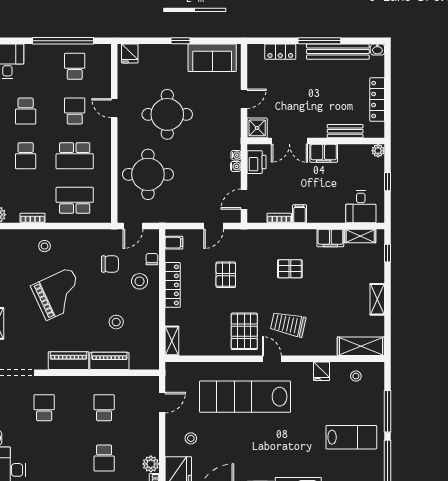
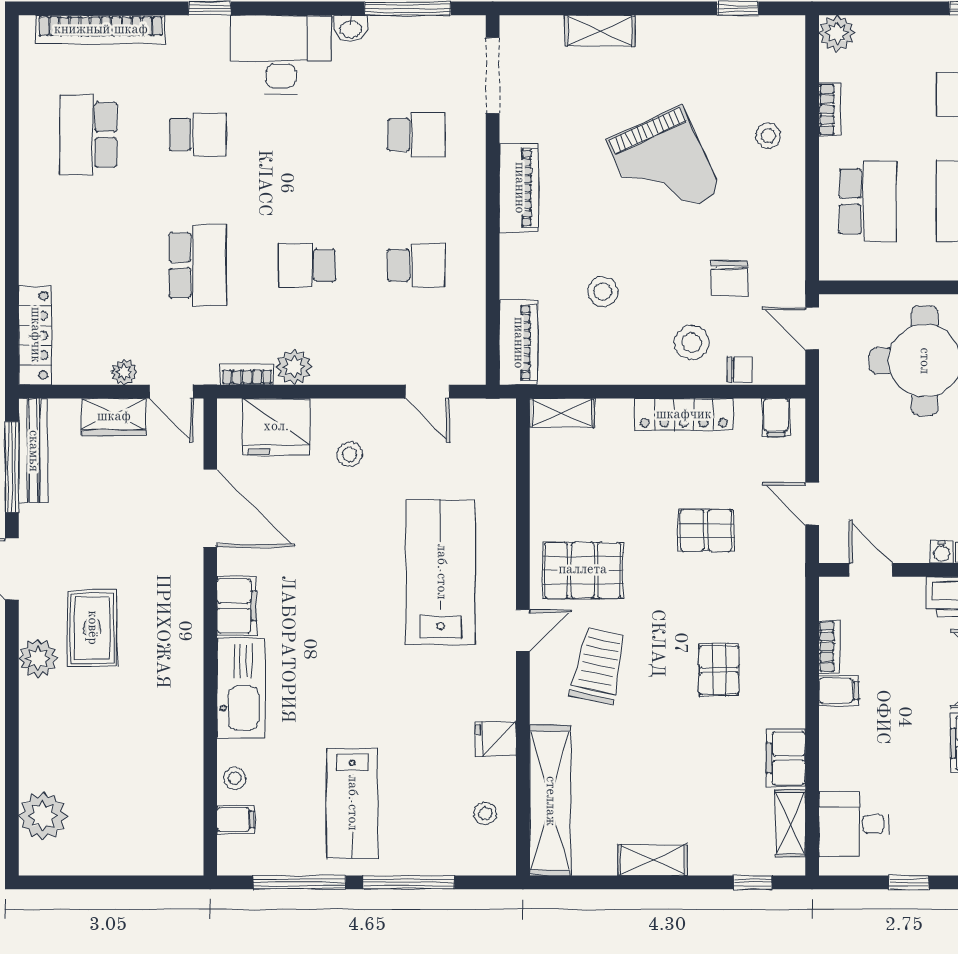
shelving: (361, 346) -> (550, 801), width x1.47
piano: (109, 361) -> (518, 343), moved
lab bench: (245, 397) -> (441, 572), width x0.73

